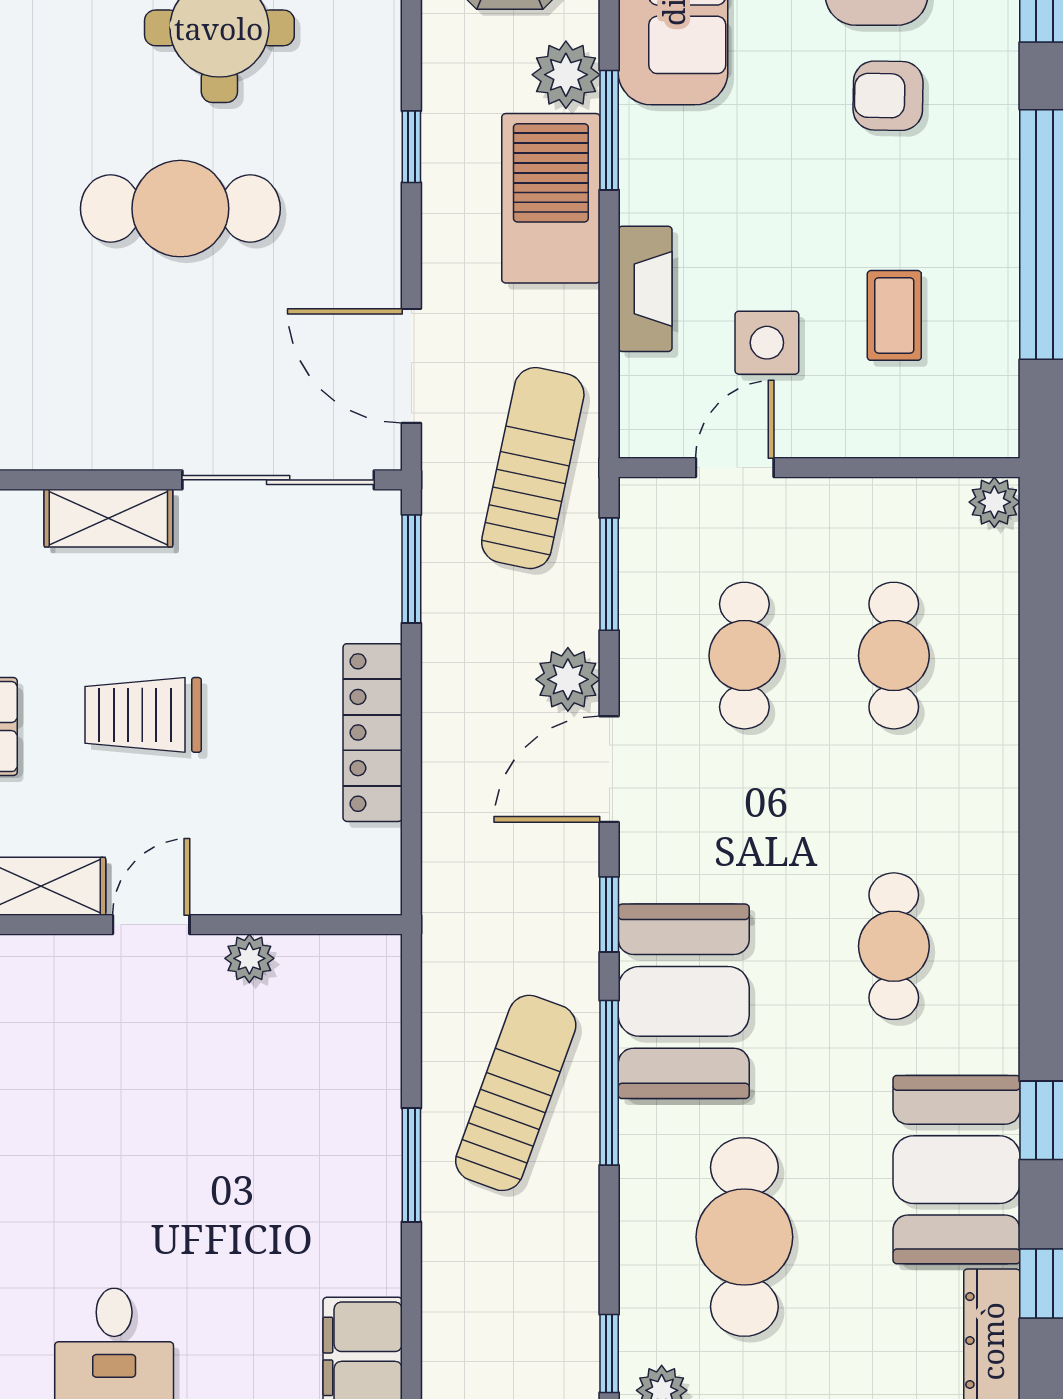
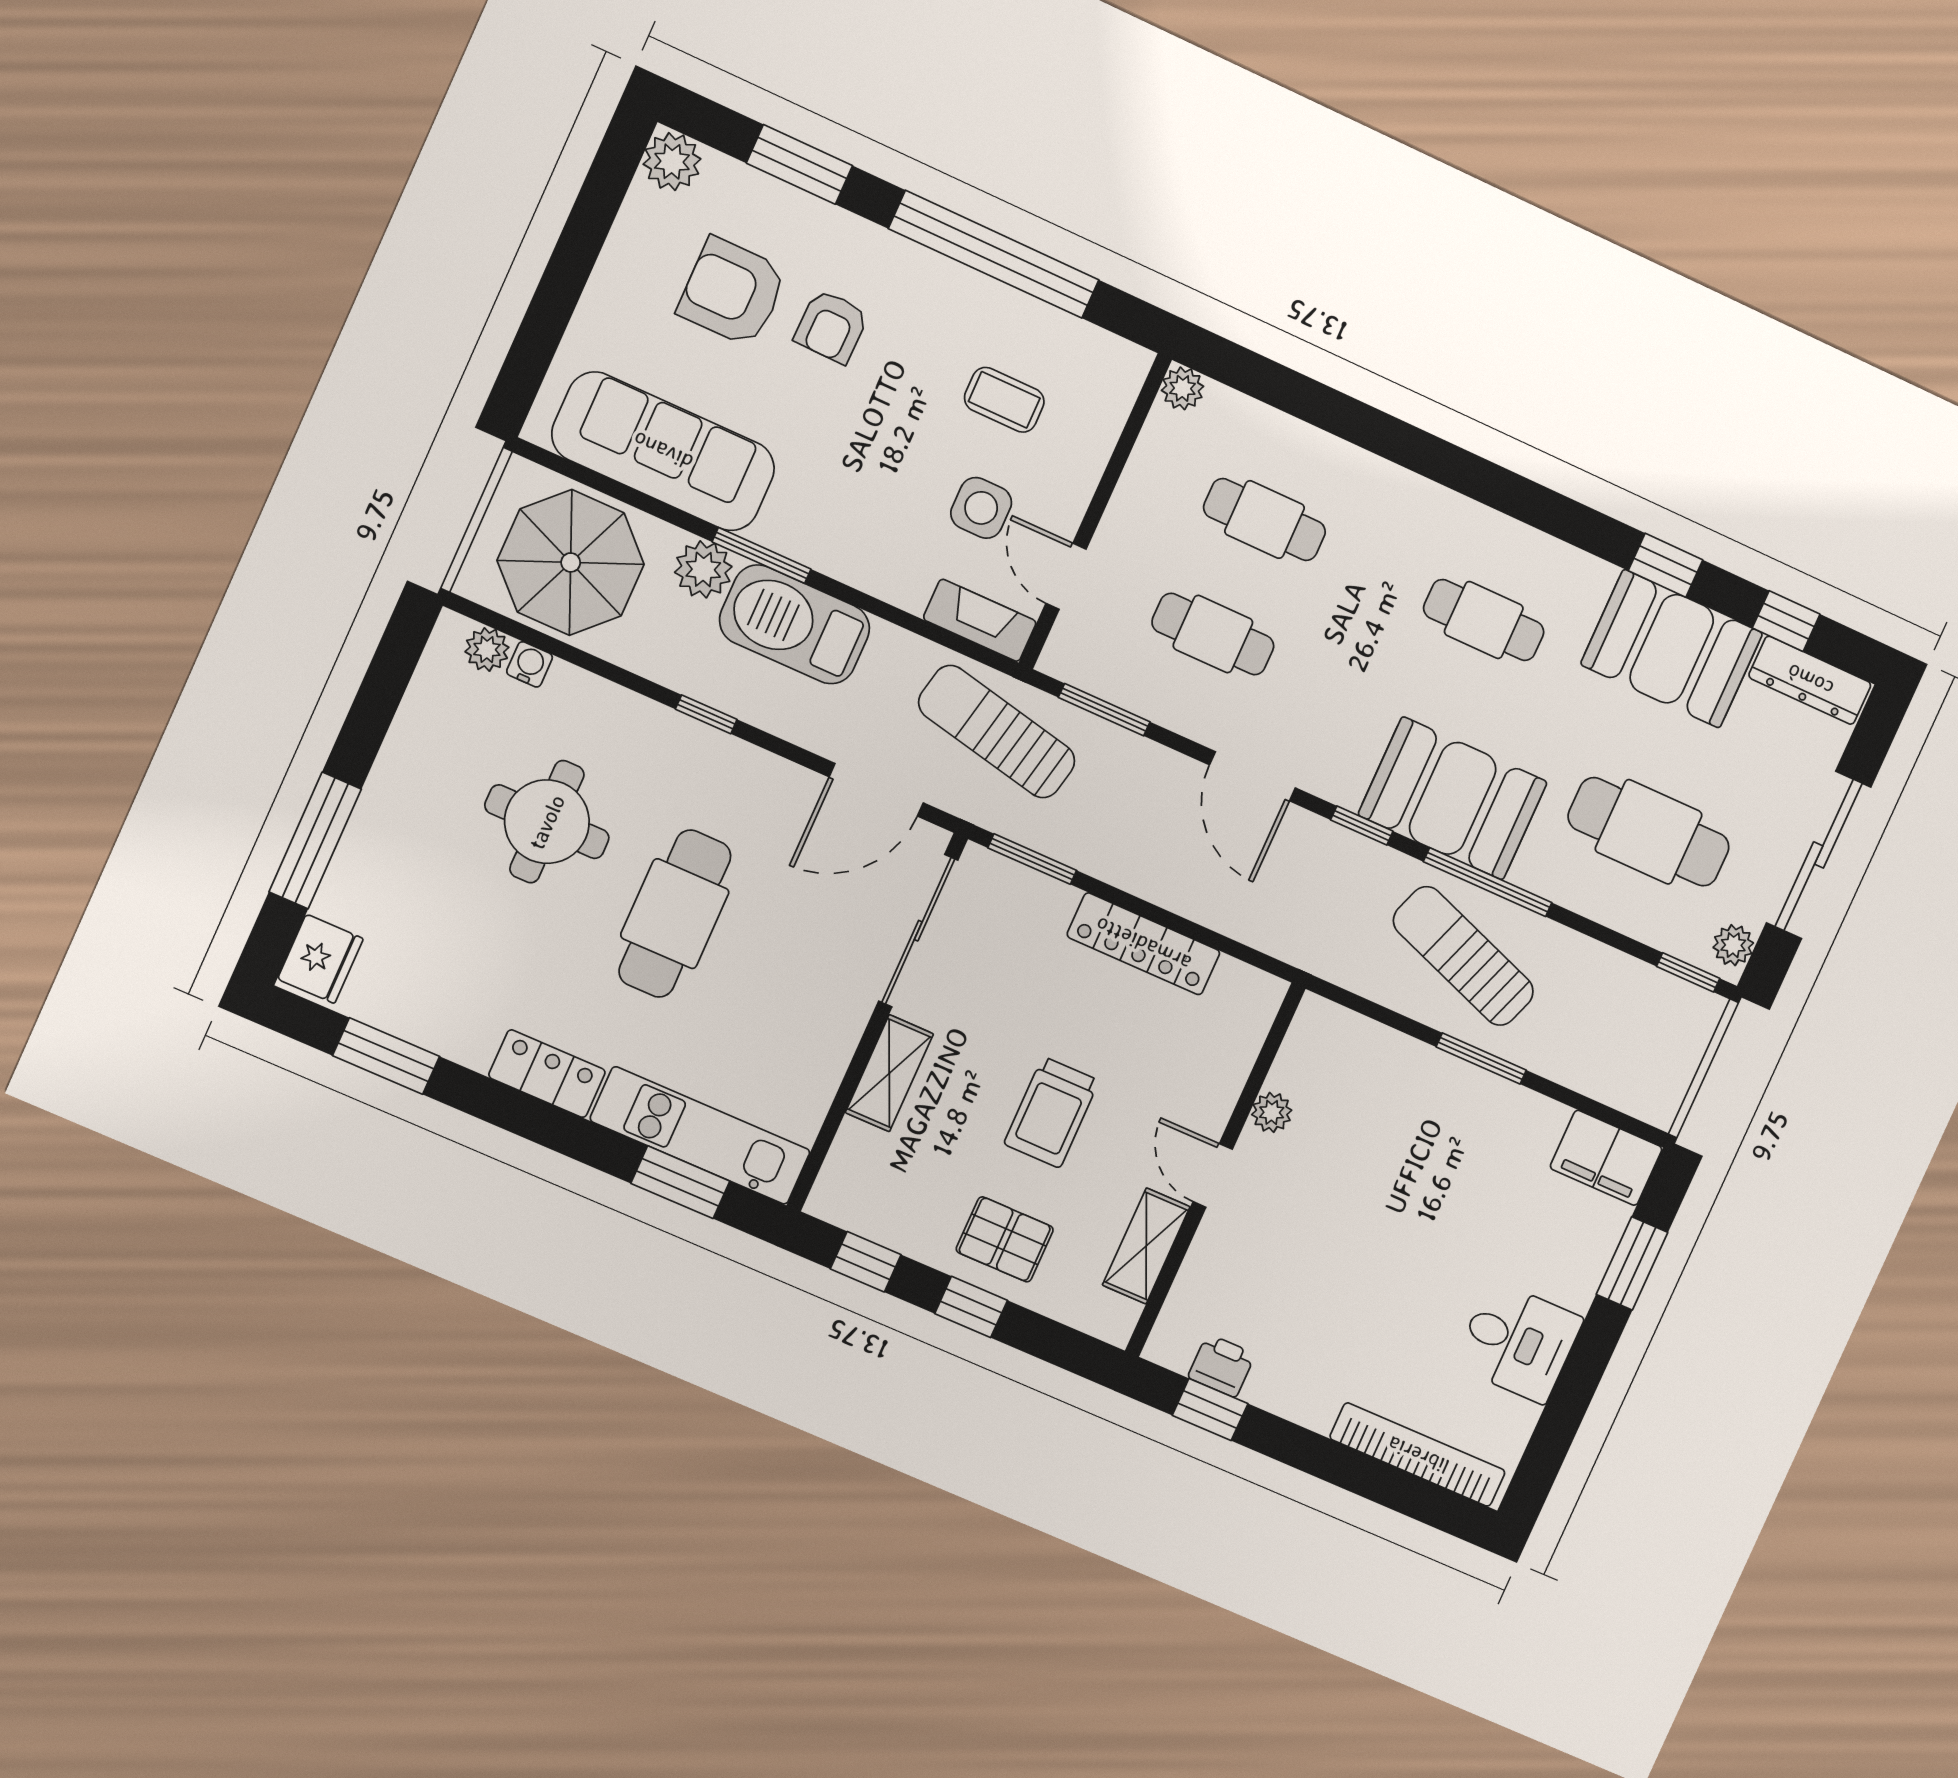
fireplace: (645, 289) -> (980, 620), moved
plant: (568, 679) -> (1170, 777), removed

